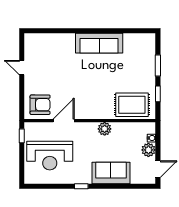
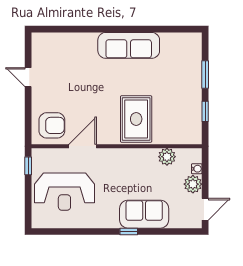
rug: (132, 105) -> (136, 119), moved, turned 90
plant: (105, 129) -> (167, 157), moved
window: (81, 186) -> (129, 231), moved

